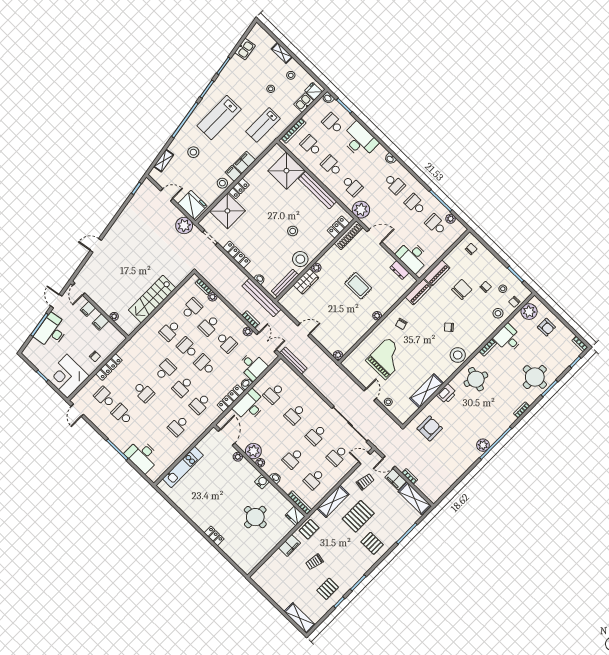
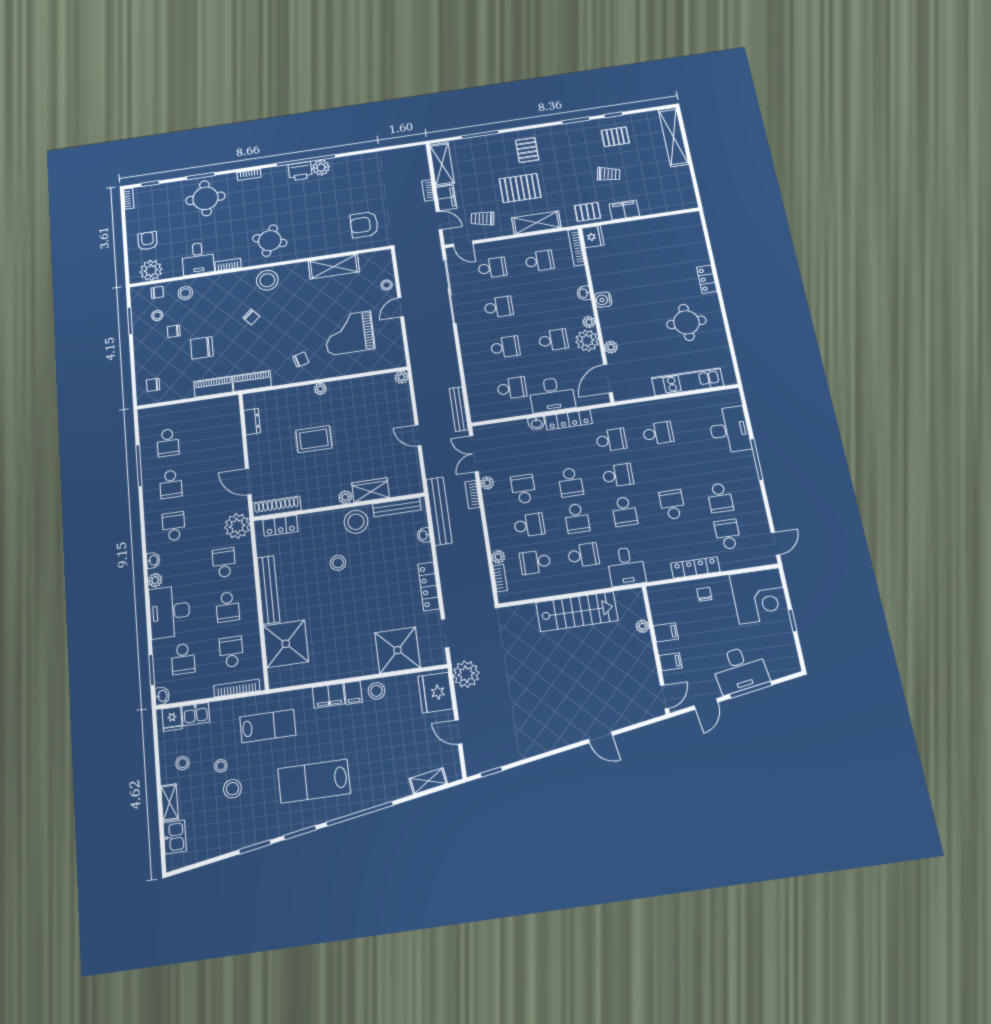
kitchen sink: (245, 49) -> (175, 837), moved, turned 99
lab bench: (219, 117) -> (314, 781), turned 180
school desk: (311, 145) -> (231, 652), turned 180
stool: (193, 152) -> (232, 789), moved
locker: (239, 188) -> (361, 668), removed
plant: (451, 219) -> (155, 580), moved
desk: (413, 256) -> (224, 426), removed
rug: (358, 286) -> (314, 439), turned 90
desk: (253, 366) -> (626, 566), moved, turned 180
school desk: (165, 370) -> (624, 511), turned -90
printer: (447, 394) -> (300, 171), moved, turned 180
school desk: (105, 397) -> (728, 534), turned 180
school desk: (293, 458) -> (553, 340), moved
round table: (255, 517) -> (686, 322), moved
shelving: (300, 618) -> (673, 137), width x1.47

